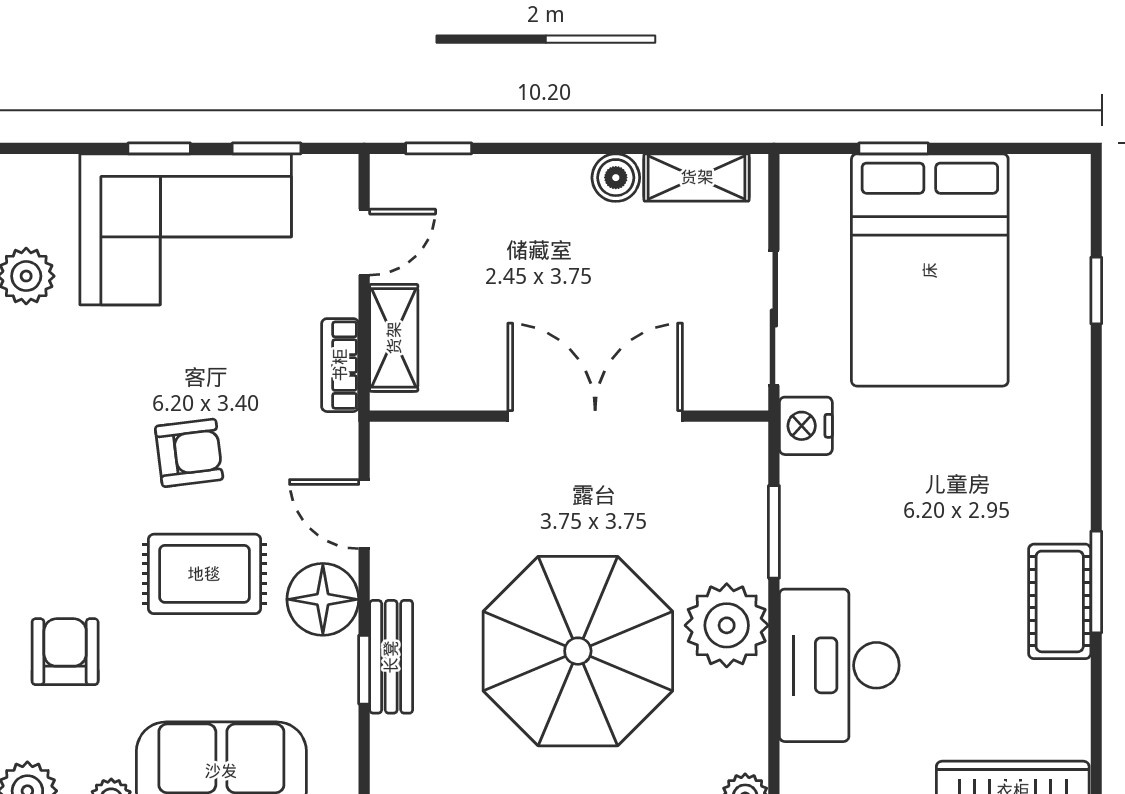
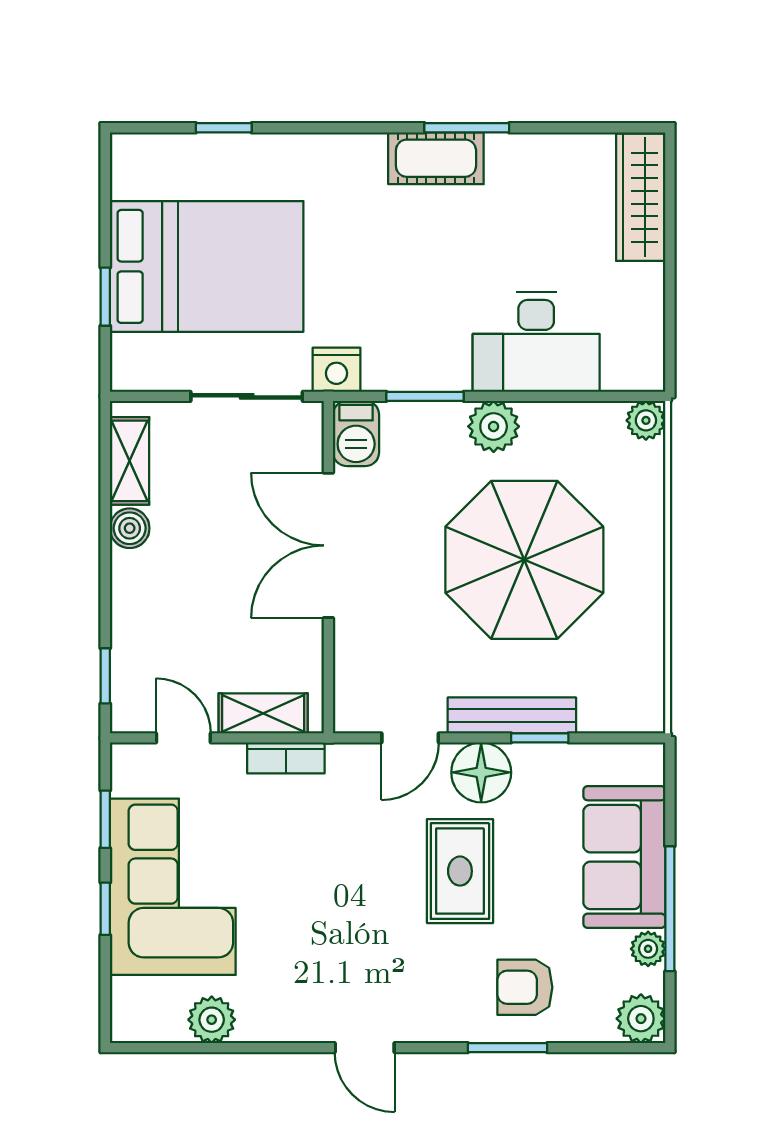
barbecue: (729, 449) -> (356, 433), added
armchair: (189, 453) -> (359, 884), removed
cot: (1060, 601) -> (436, 158), moved
plant: (727, 625) -> (494, 426), width x0.73, depth x0.73
bench: (391, 657) -> (512, 715), width x1.36

